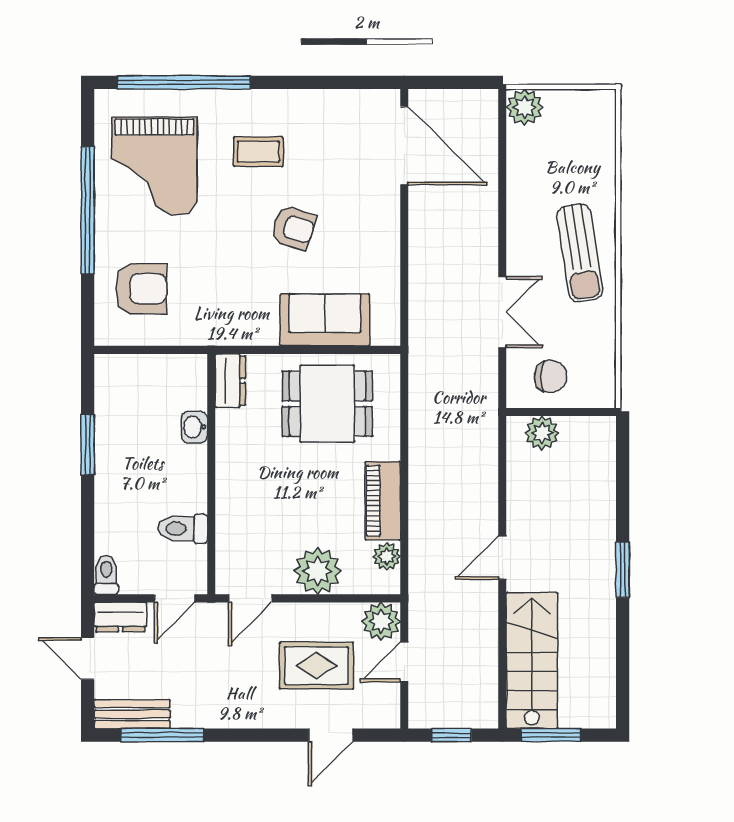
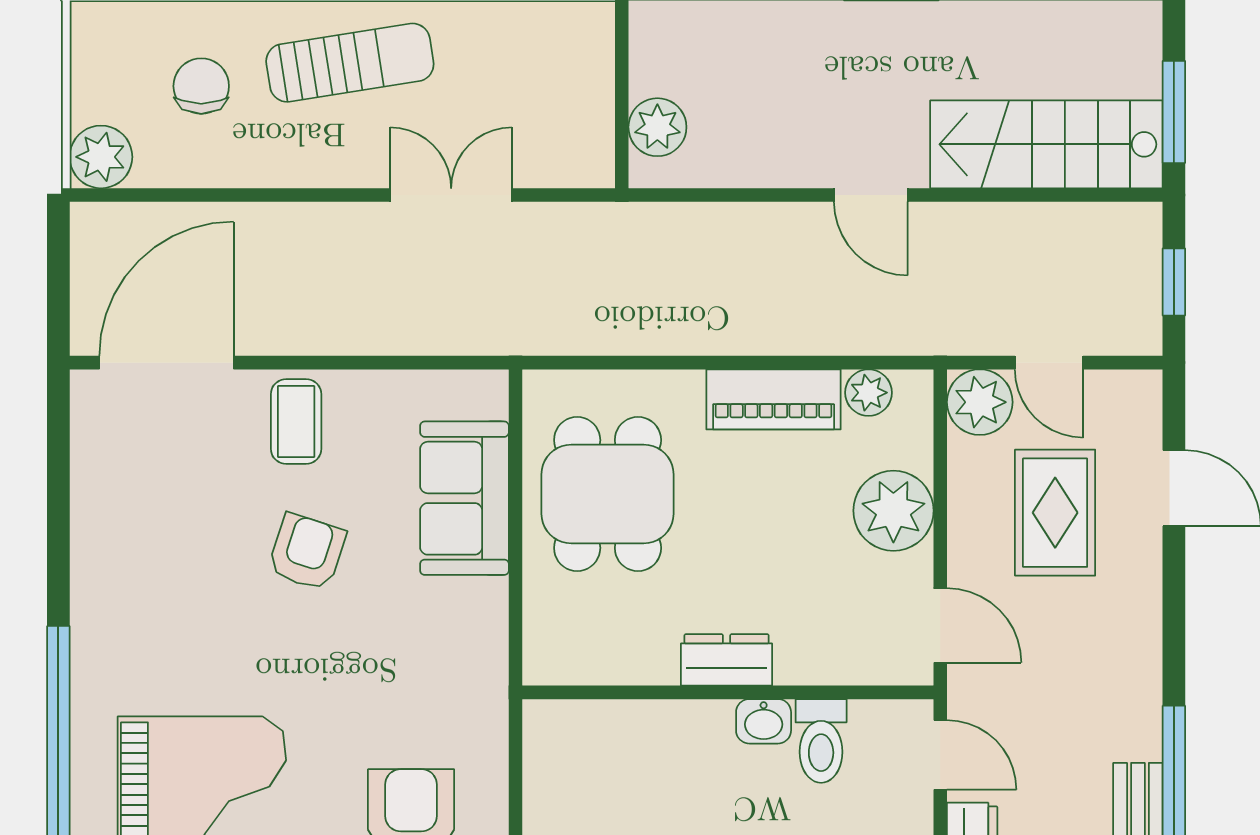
coffee table: (258, 152) -> (296, 422), moved
chair: (551, 376) -> (201, 86), moved
dresser: (230, 381) -> (727, 660), moved
washbasin: (194, 427) -> (764, 721), moved

